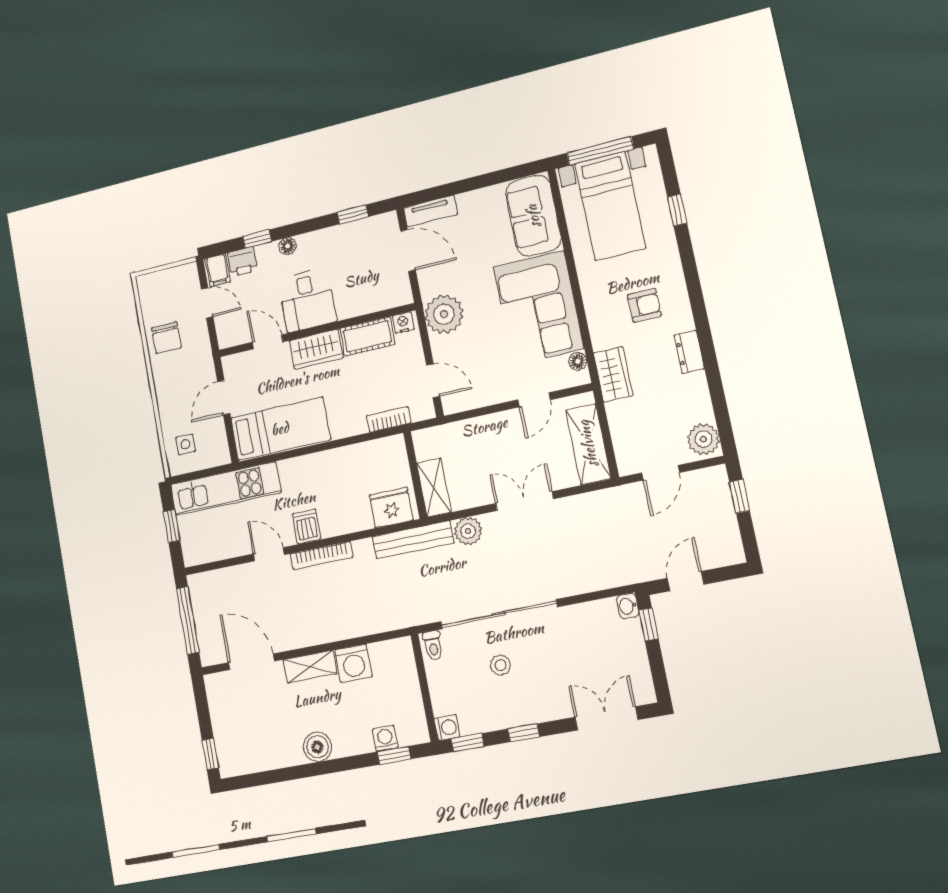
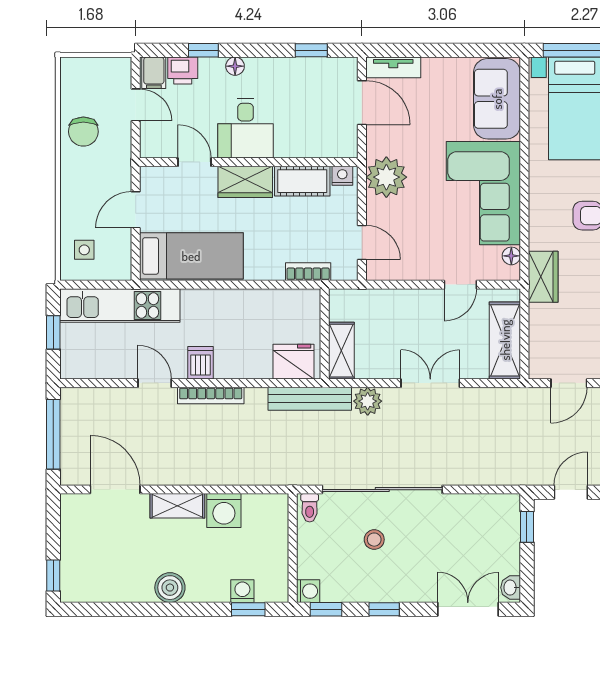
washbasin: (628, 606) -> (511, 588), moved

